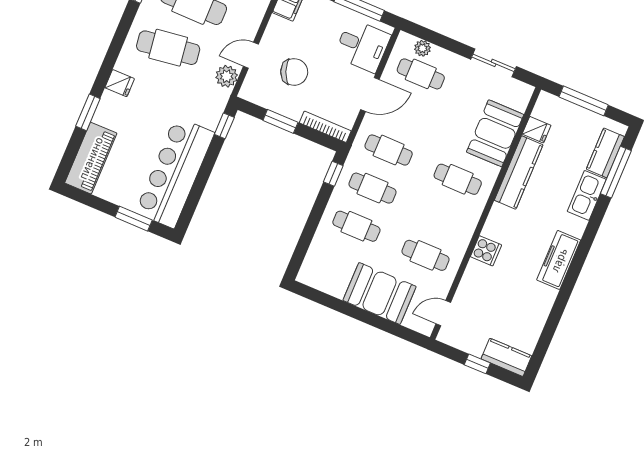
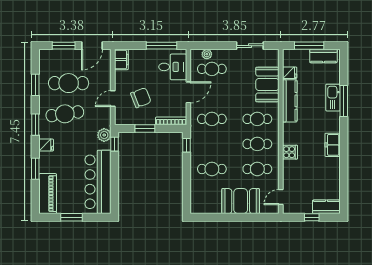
window: (116, 45) -> (35, 125), added
plant: (227, 76) -> (104, 135), moved
kitchen counter: (605, 153) -> (323, 56), moved, turned -90
window: (616, 172) -> (344, 101), moved
cafe table: (373, 188) -> (257, 144), moved
window: (134, 219) -> (72, 217), moved
freezer: (559, 260) -> (333, 145), width x0.71

